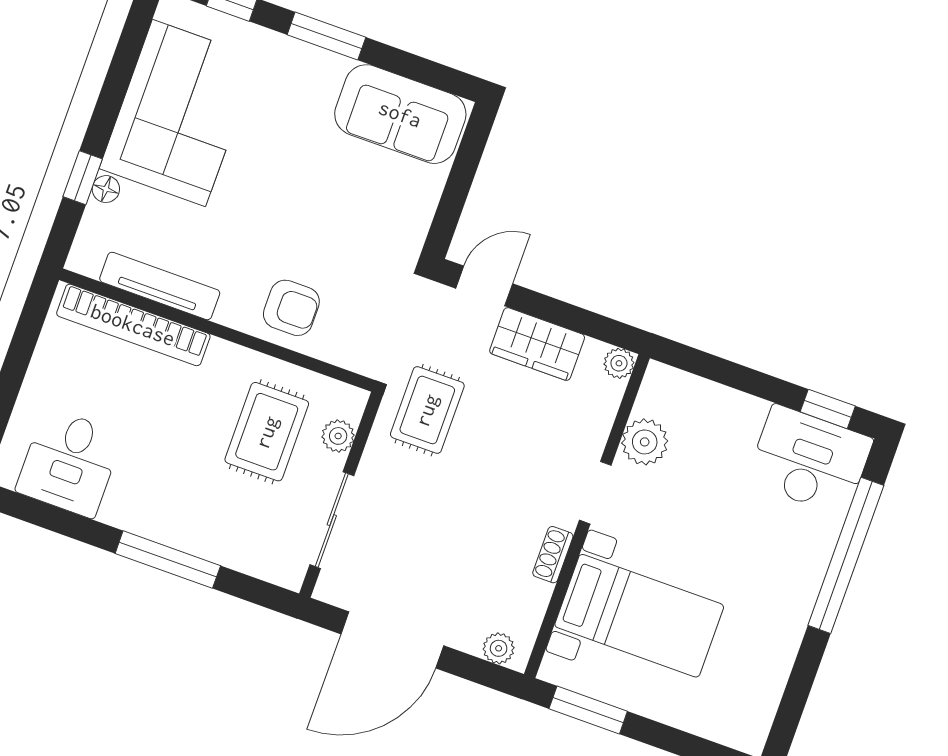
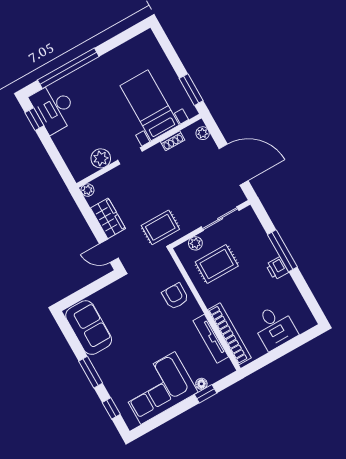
desk: (69, 463) -> (275, 327), moved, turned 90
printer: (150, 519) -> (277, 268), added
shoe rack: (553, 555) -> (173, 141), moved

